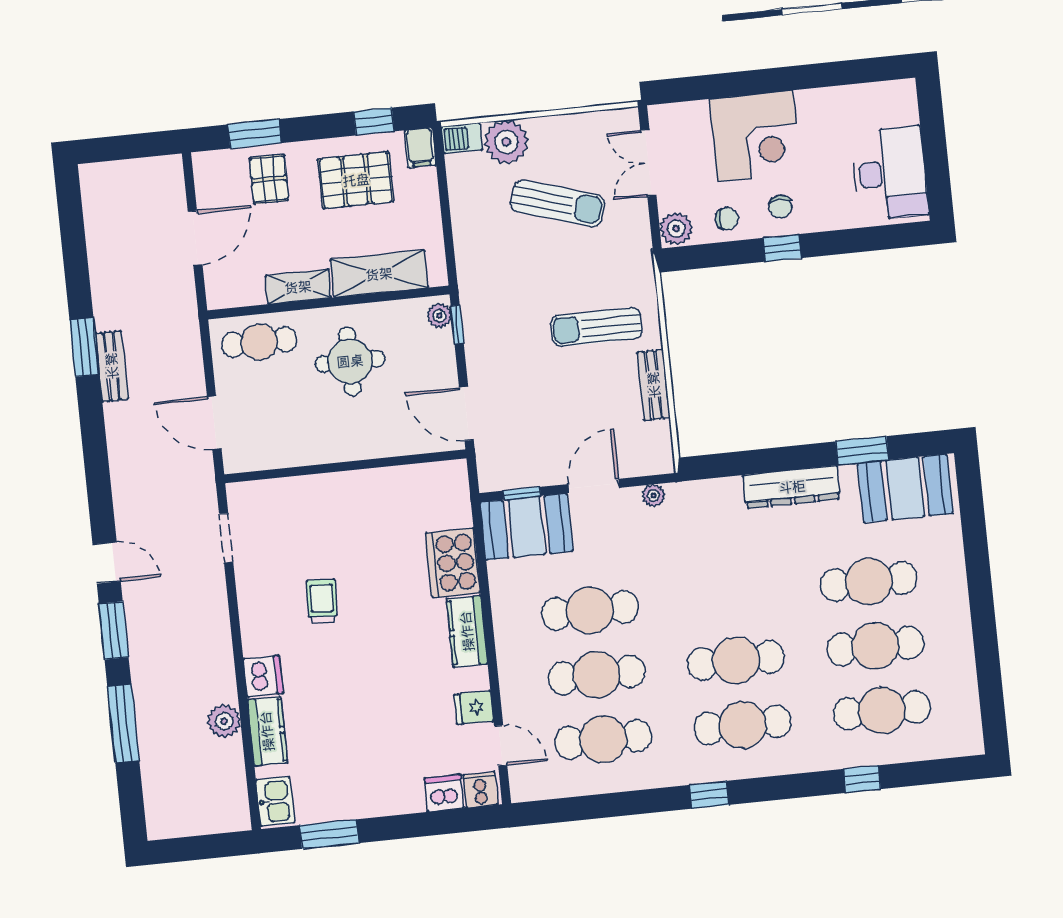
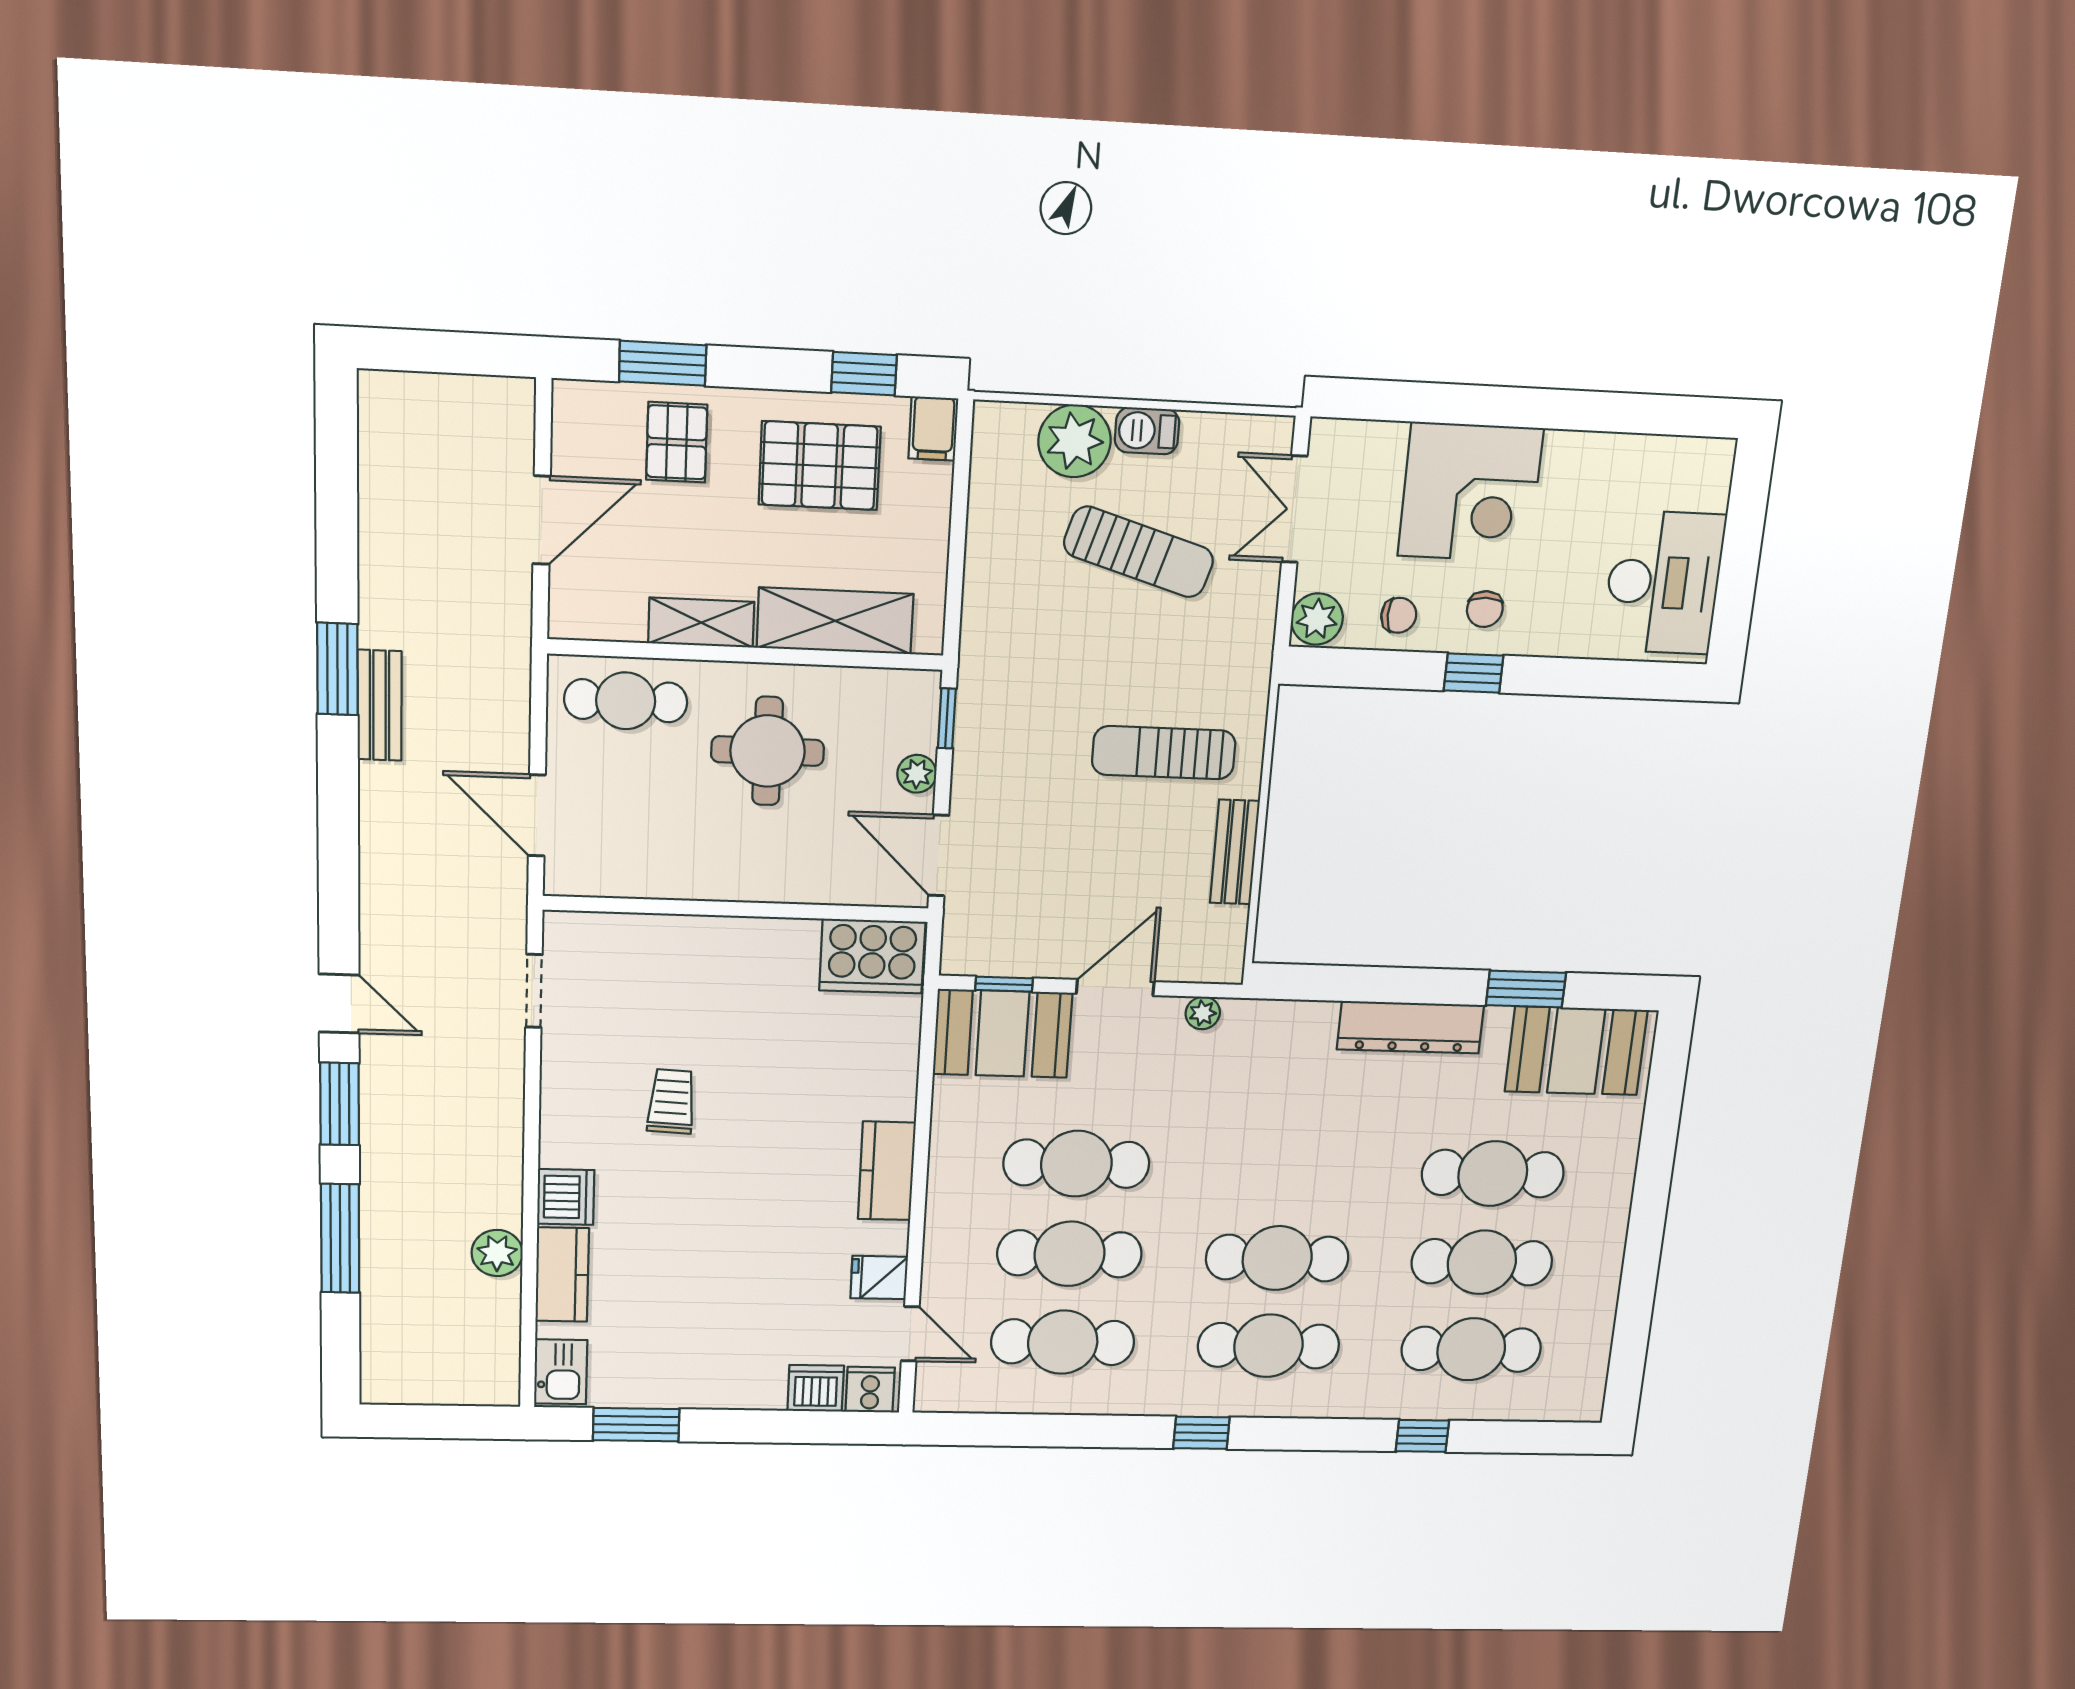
barbecue: (462, 138) -> (1147, 431), moved
plant: (439, 316) -> (917, 774), moved
cooker: (453, 563) -> (872, 956), moved, turned -90

